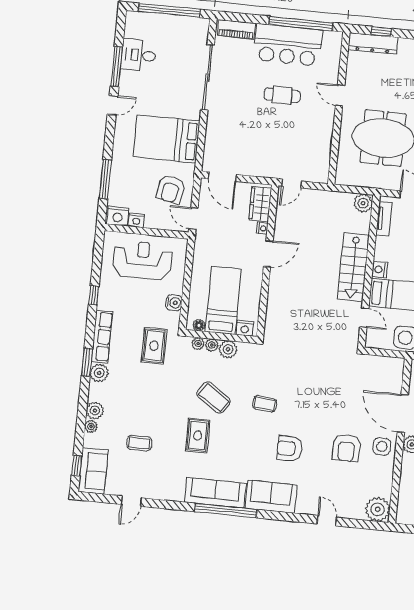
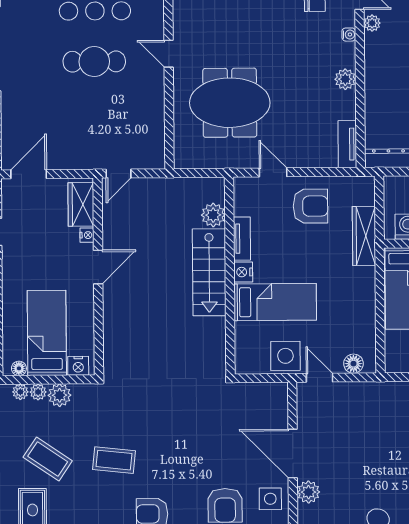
cafe table: (282, 95) -> (94, 62), width x1.37, depth x1.35
door: (222, 177) -> (29, 174), swing flipped
plant: (363, 203) -> (213, 215), moved
tv unit: (384, 219) -> (242, 239), moved
door: (364, 318) -> (230, 336), removed
coffee table: (265, 404) -> (114, 460), width x1.36, depth x1.30

